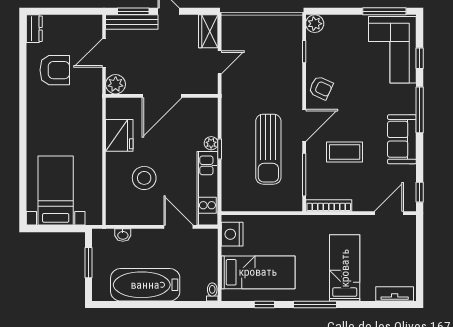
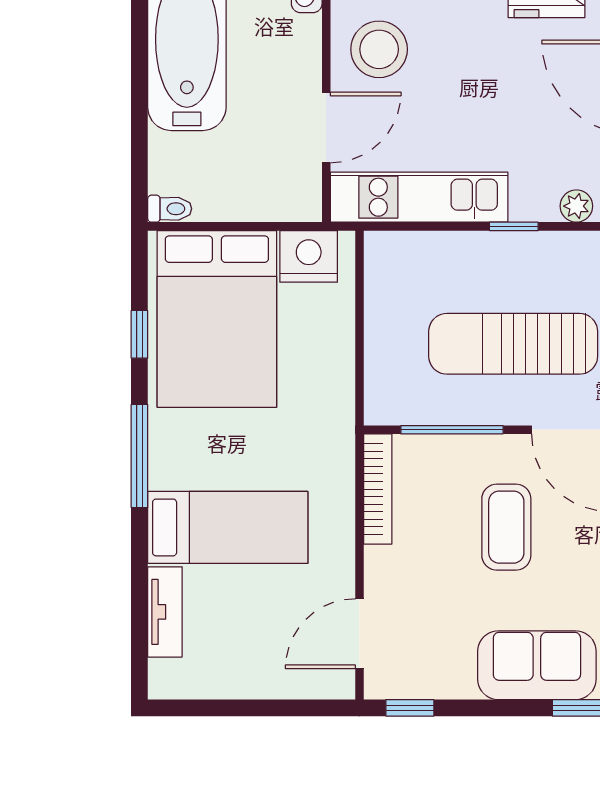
plant: (211, 143) -> (576, 206), moved
stool: (144, 178) -> (379, 49), moved
door: (389, 213) -> (359, 634), swing flipped
bed: (258, 272) -> (217, 319), width x1.50
tv unit: (395, 294) -> (165, 612), moved

